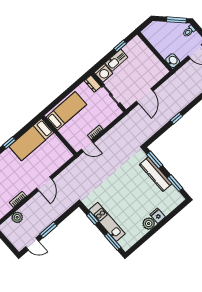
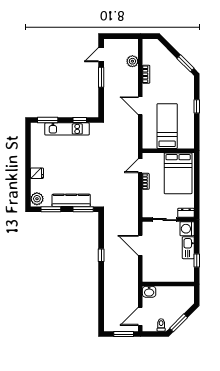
bed: (66, 111) -> (178, 173), width x1.50
bed: (31, 140) -> (167, 126), moved
plant: (149, 224) -> (37, 199), moved

